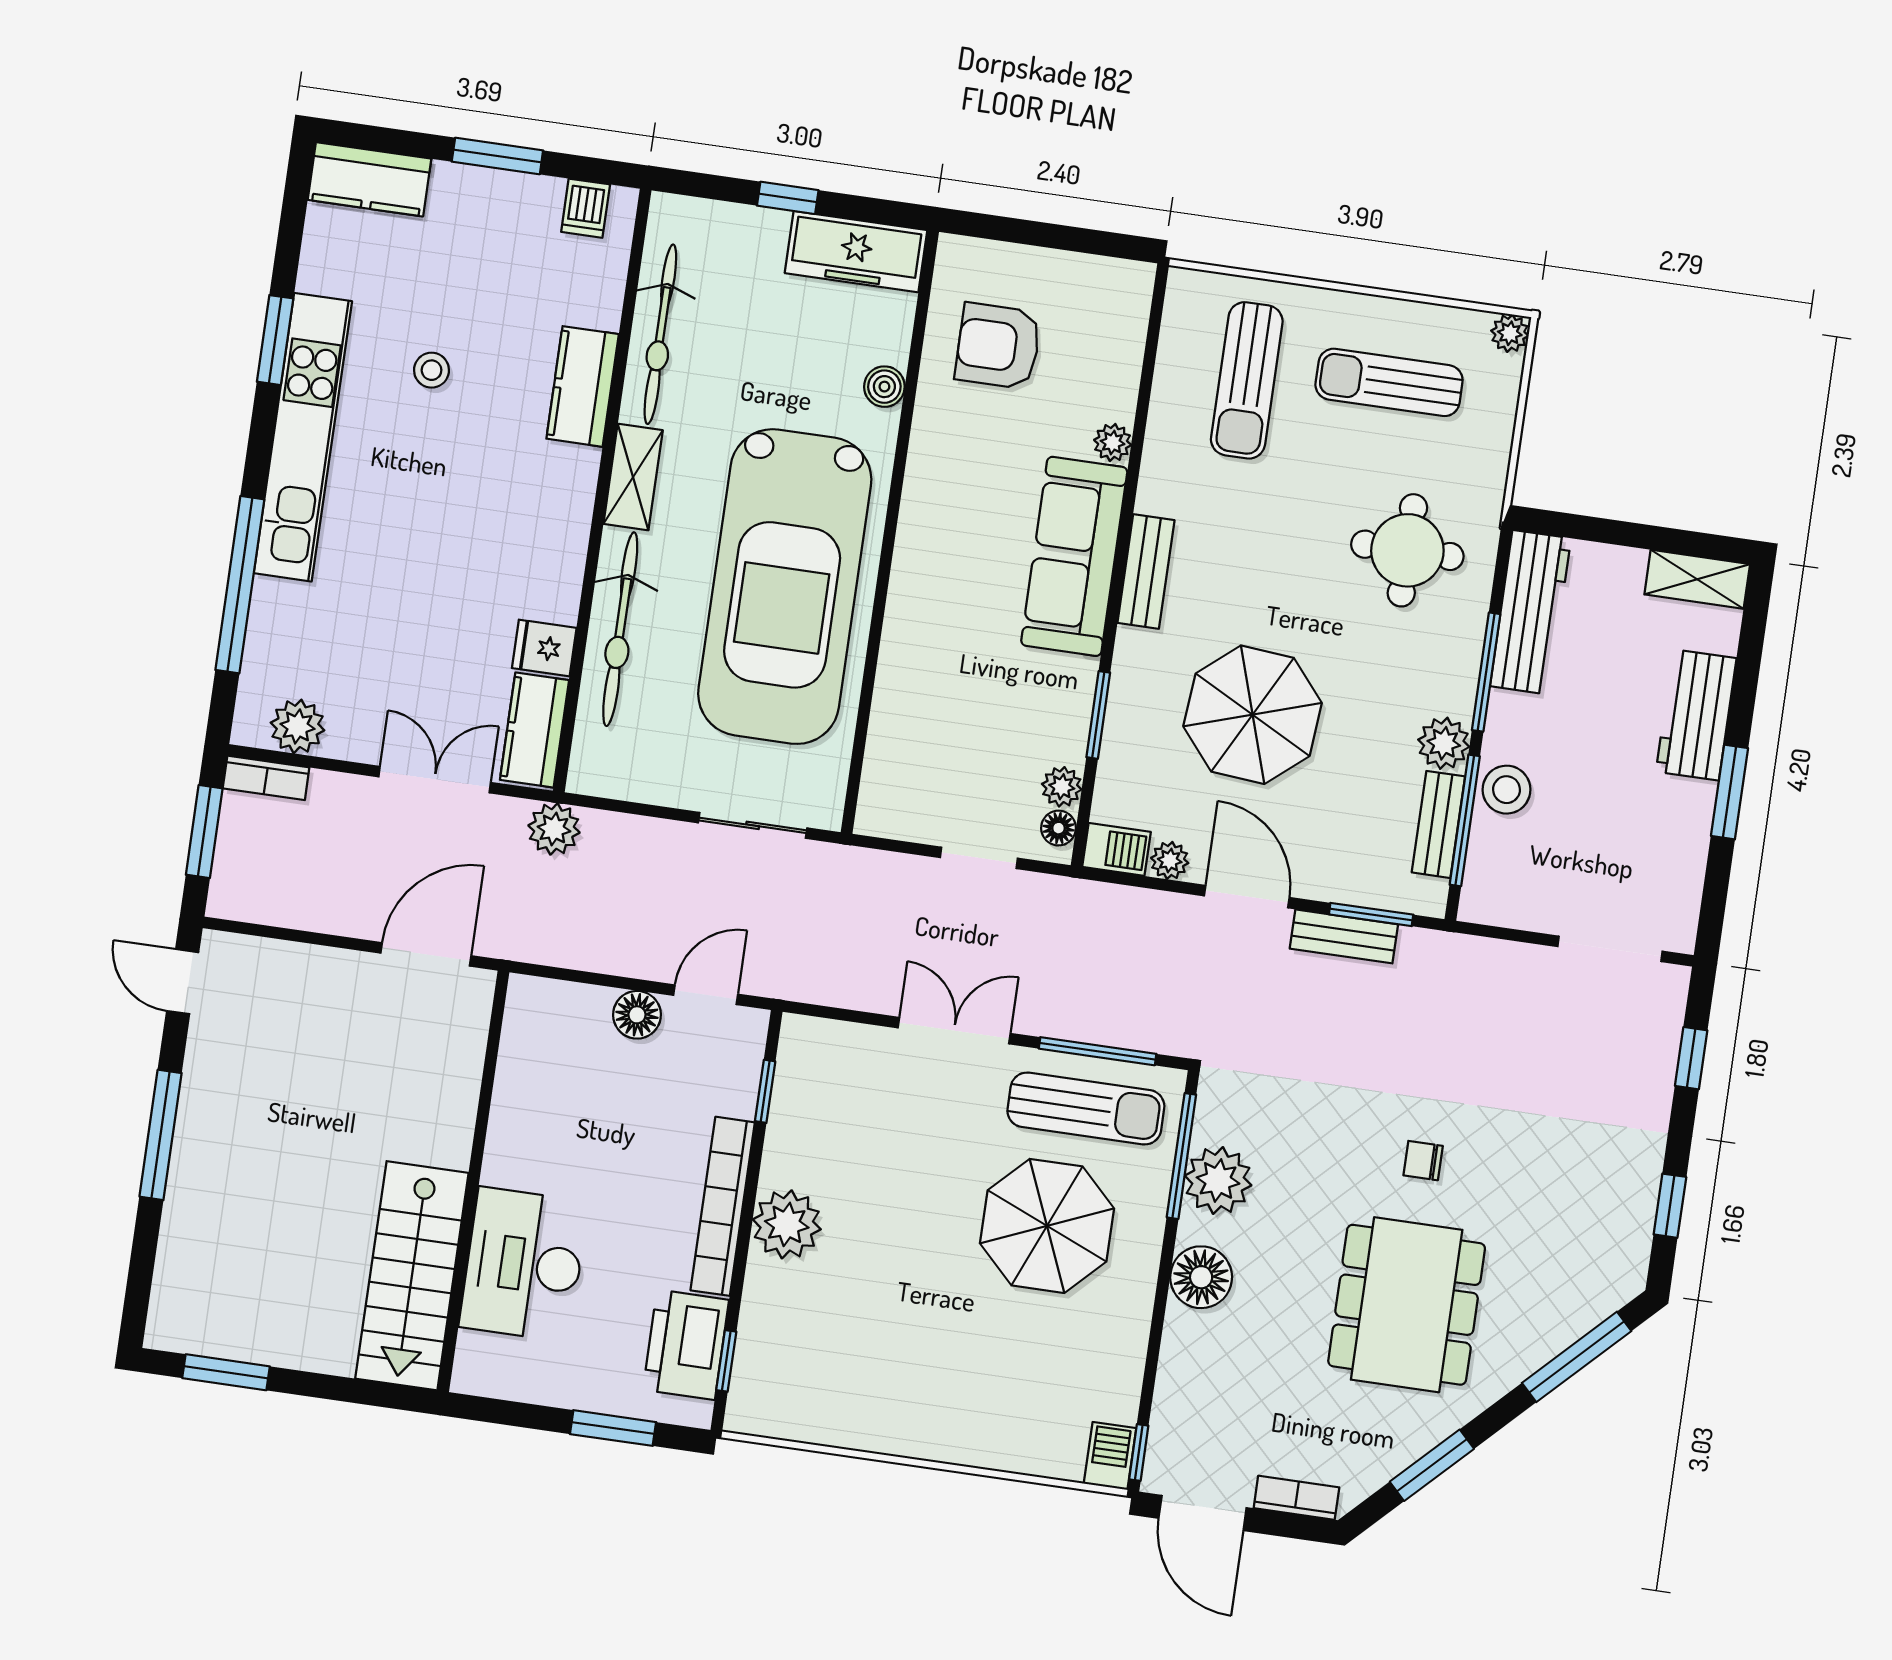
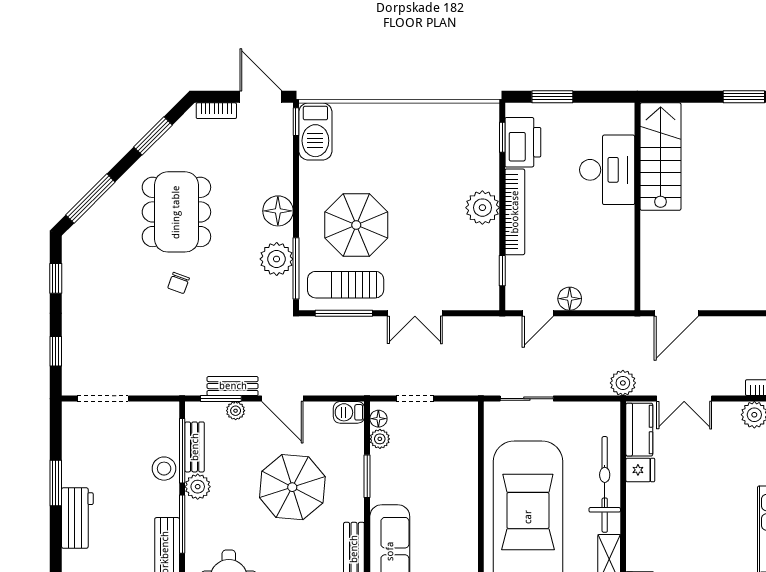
plant: (1170, 860) -> (236, 411), moved
chair: (1423, 1161) -> (179, 283), turned 110
barbecue: (1110, 1456) -> (315, 131), width x1.88, depth x1.53

